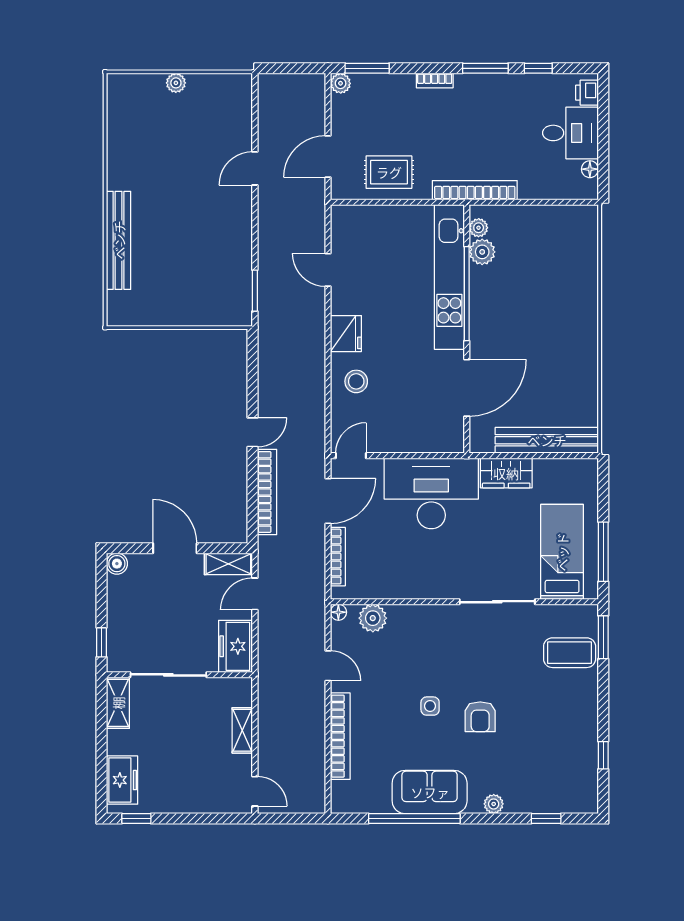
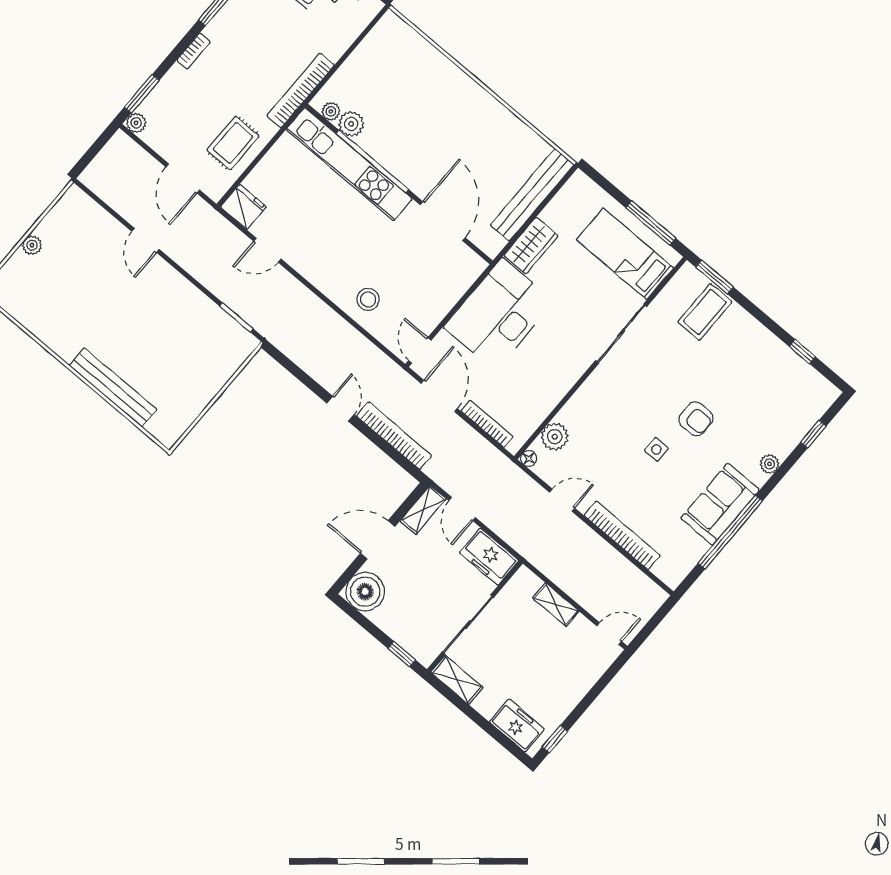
fridge: (346, 334) -> (243, 207), moved
boiler: (117, 564) -> (365, 592), width x1.86, depth x1.86

